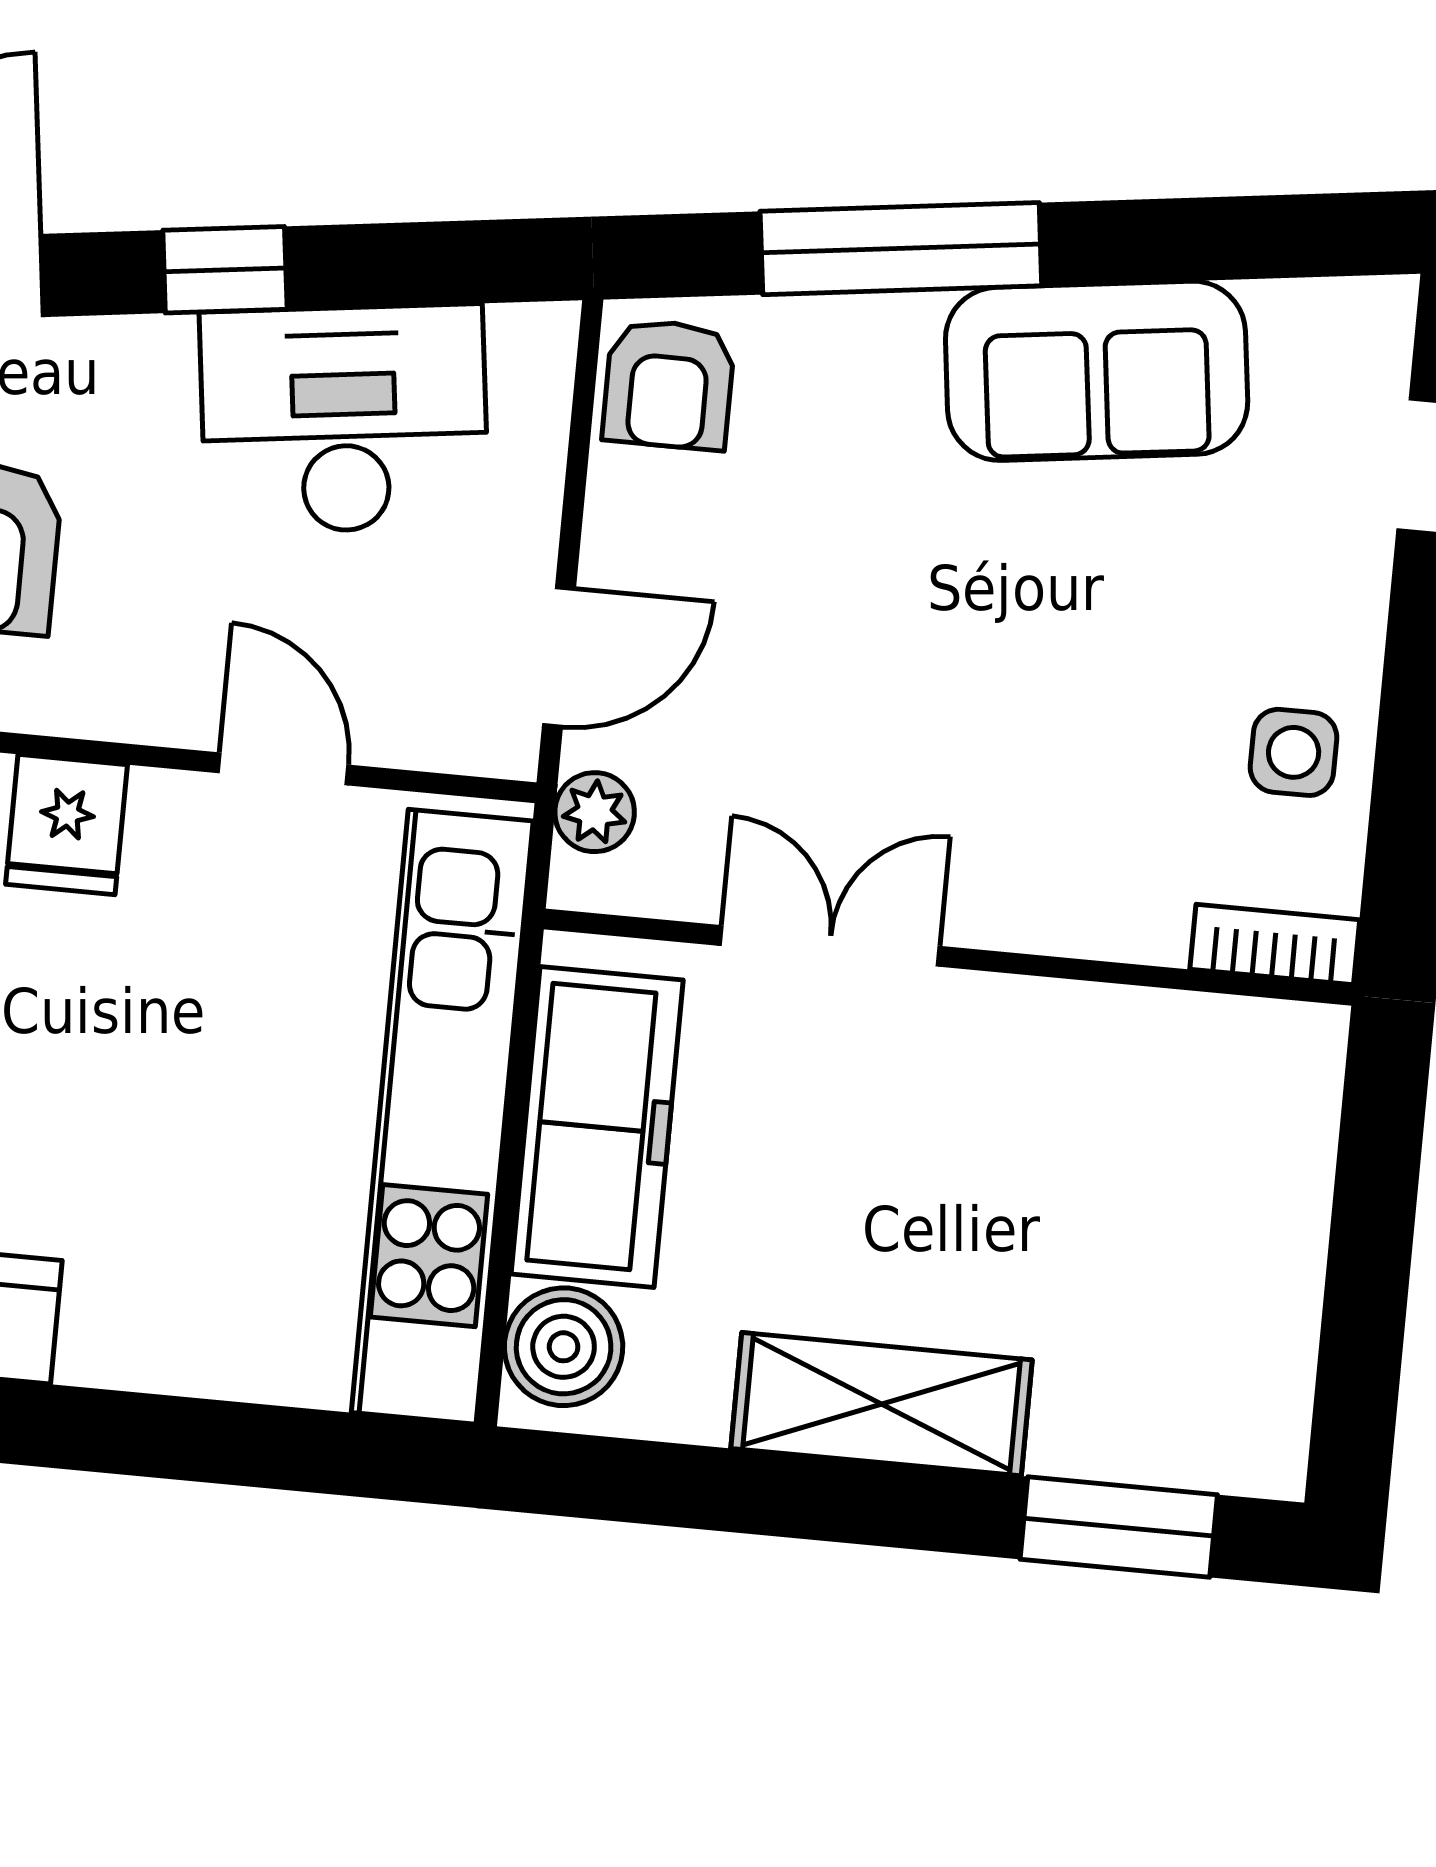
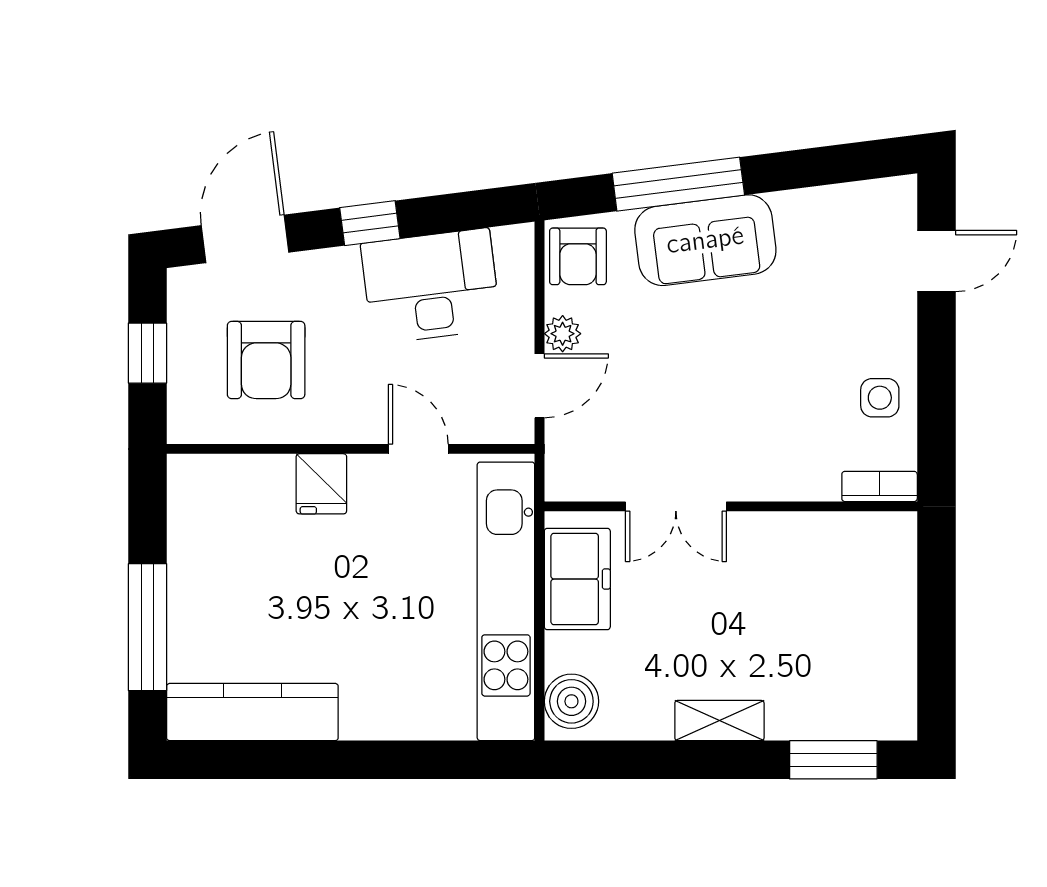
sofa: (1097, 371) -> (705, 240), moved
plant: (595, 812) -> (563, 334), moved
double door: (830, 946) -> (676, 506), swing flipped
freezer: (597, 1127) -> (577, 579), width x0.71
shelving: (881, 1404) -> (719, 721), width x0.67, depth x0.75

